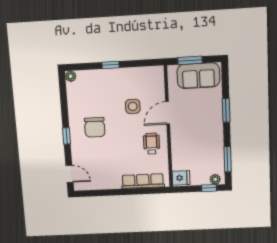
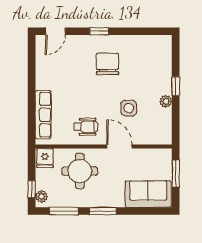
plant: (71, 76) -> (166, 101), moved
sofa: (198, 76) -> (148, 194), moved, turned 90
window: (226, 110) -> (103, 211), moved
chair: (95, 127) -> (108, 64), turned 90
round table: (191, 147) -> (80, 171), added

